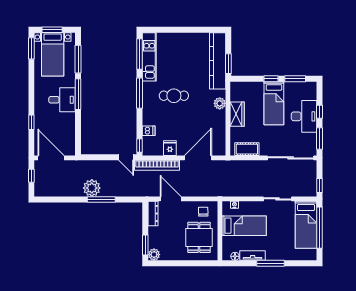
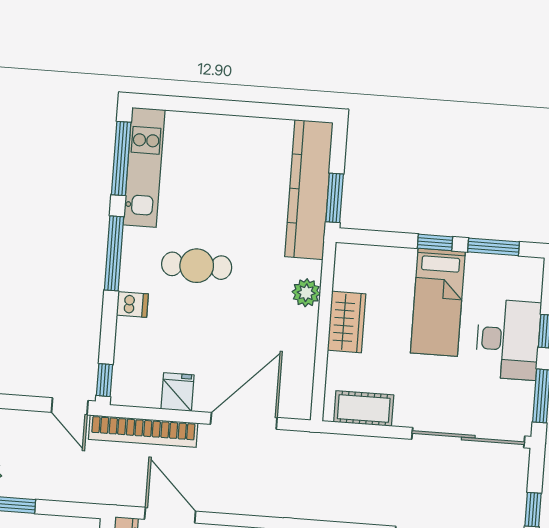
dishwasher: (149, 131) -> (132, 305), moved

